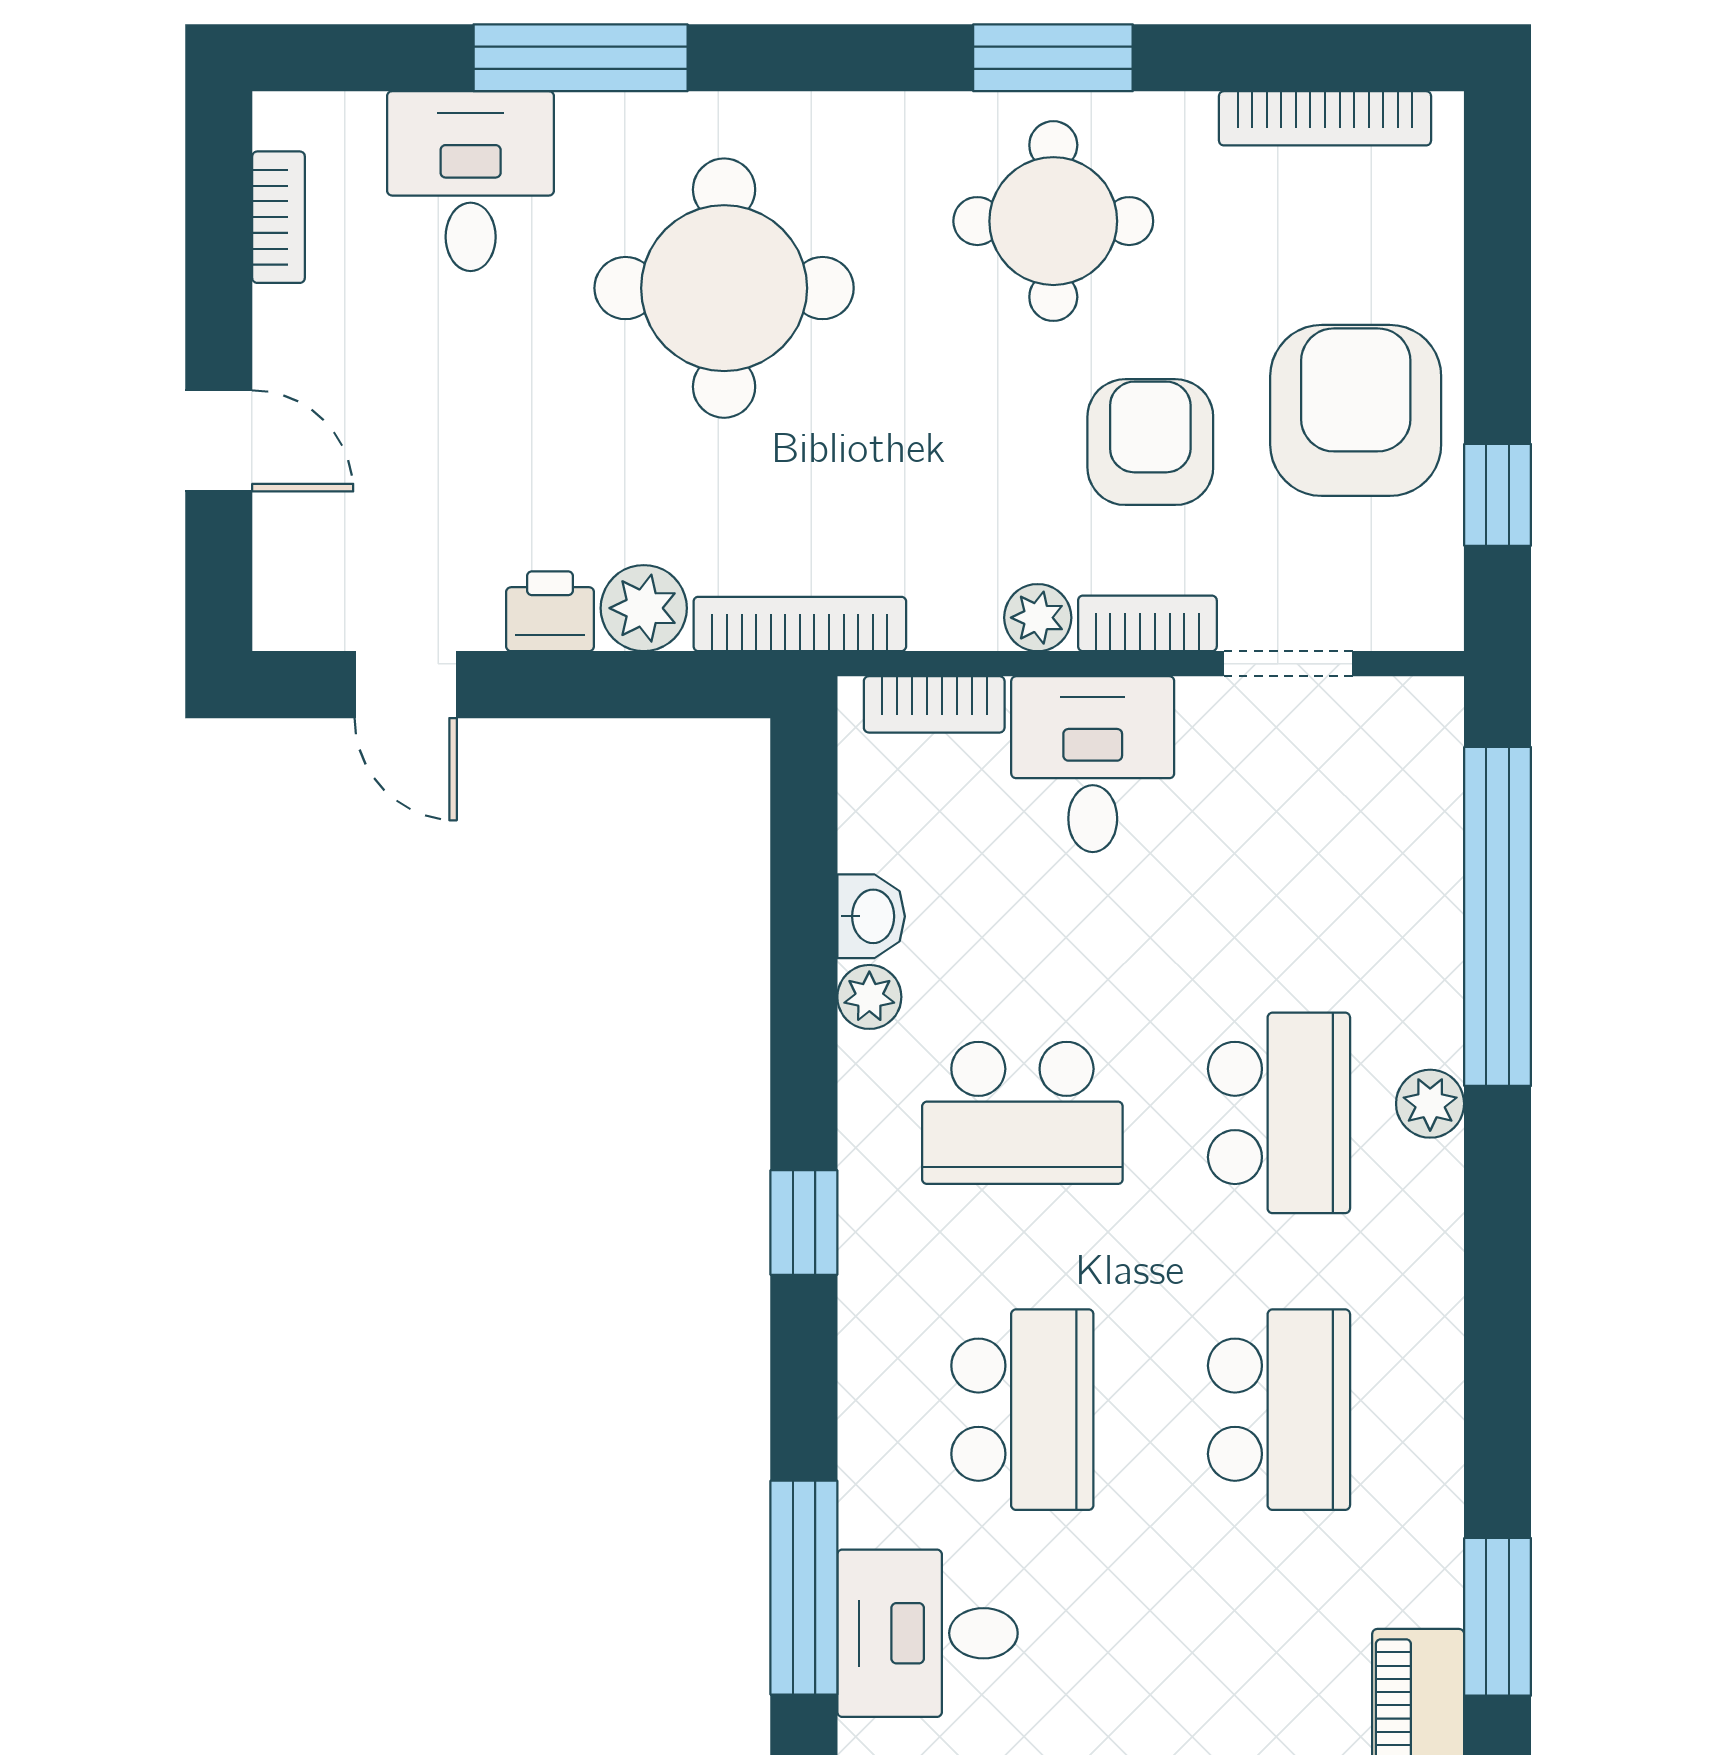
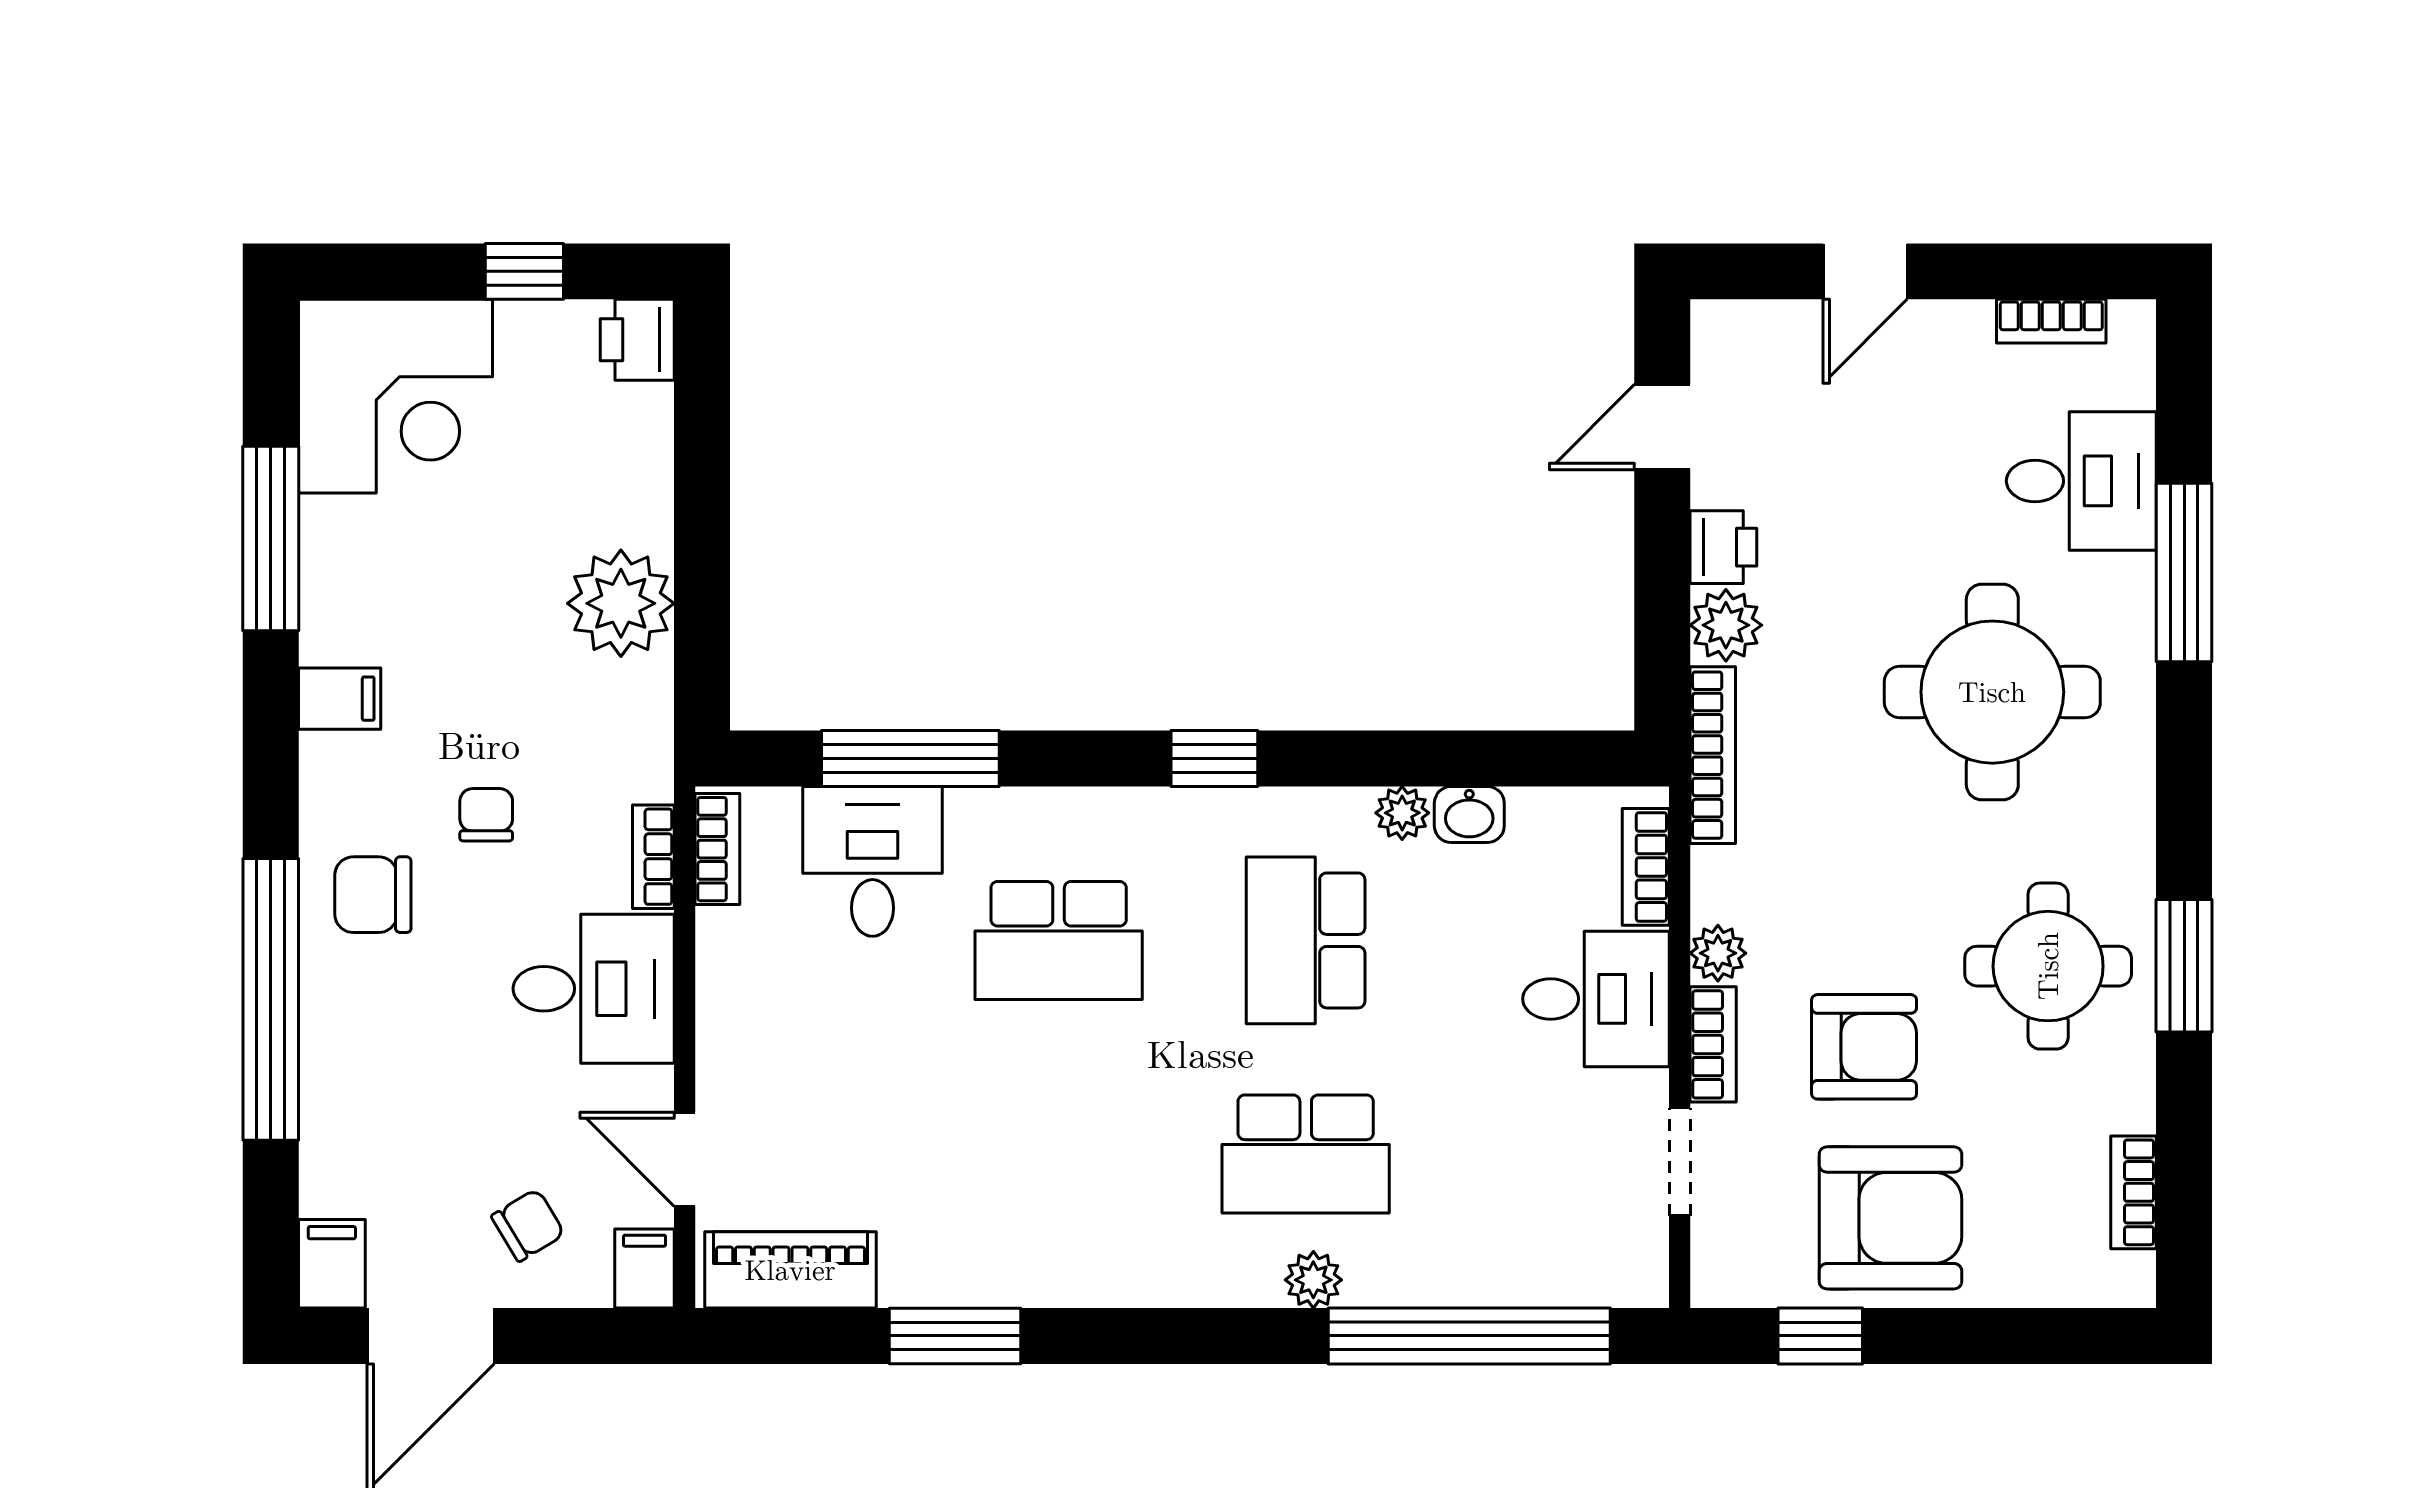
bookcase: (1325, 118) -> (2134, 1192), width x0.64
school desk: (1279, 1410) -> (1059, 1154), removed
window: (1498, 1617) -> (955, 1336), moved

